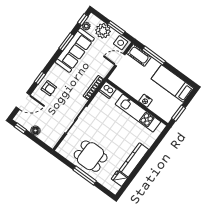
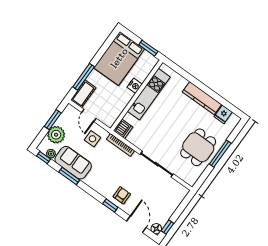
side table: (121, 43) -> (92, 139), moved
sofa: (75, 50) -> (73, 163), width x0.73
bed: (172, 83) -> (119, 58), width x1.50
floor lamp: (35, 130) -> (156, 229), moved

